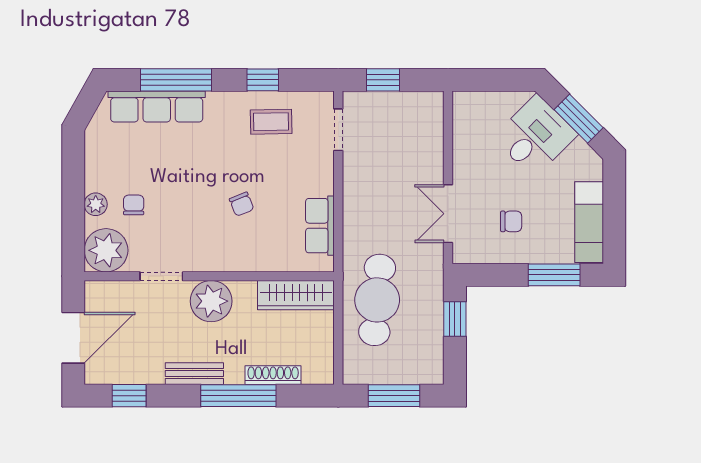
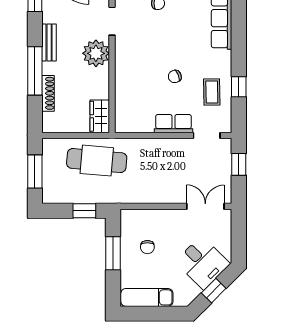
window: (176, 80) -> (239, 31), removed
window: (579, 119) -> (214, 291), width x0.67
chair: (242, 204) -> (175, 76), moved
double door: (448, 214) -> (205, 206), moved
row of seats: (320, 226) -> (173, 124), moved
window: (554, 275) -> (113, 253), moved
wardrobe: (296, 295) -> (100, 116), width x0.67

